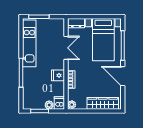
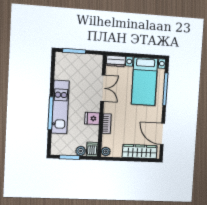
kitchen unit: (29, 43) -> (60, 107), moved
door: (123, 76) -> (162, 134), moved

